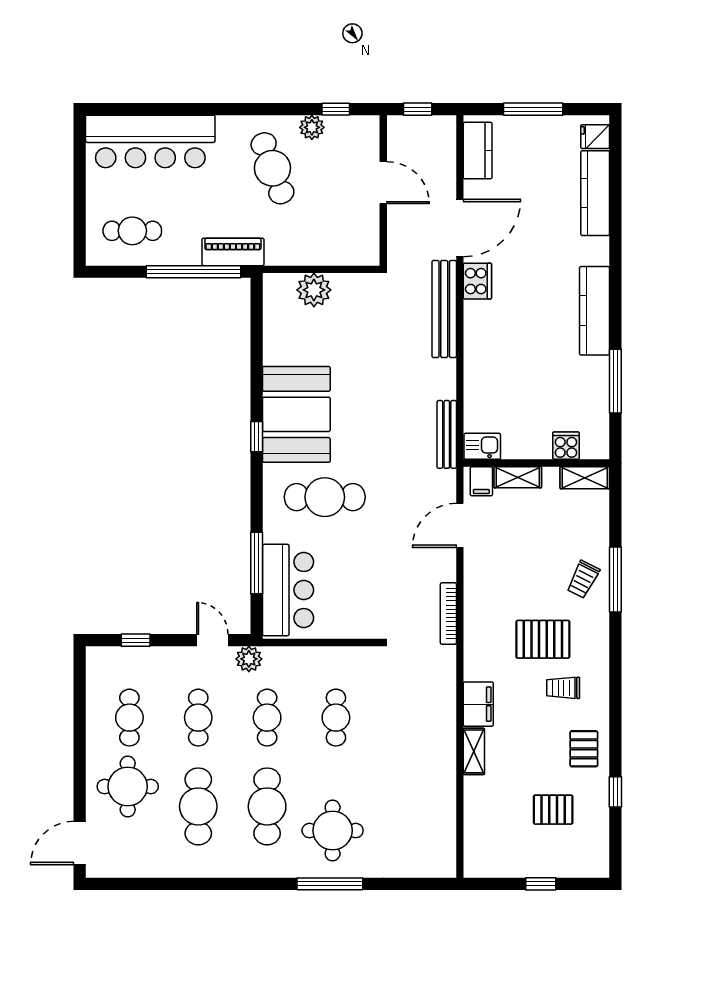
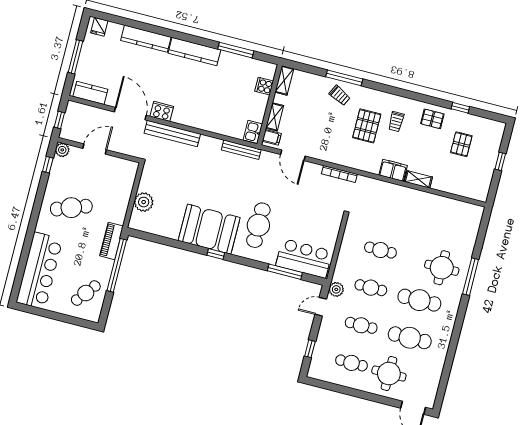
plant: (312, 127) -> (62, 150), moved
kitchen counter: (595, 193) -> (146, 39), moved
cafe table: (132, 231) -> (86, 293), turned 38

